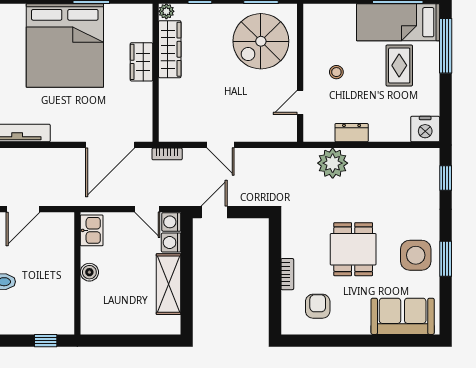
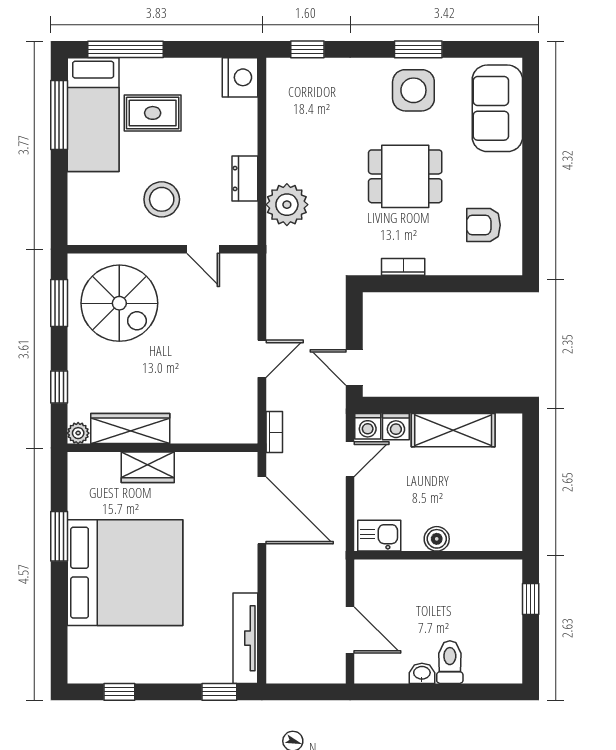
stool: (336, 72) -> (162, 199), width x1.89, depth x1.89
bookcase: (287, 274) -> (403, 267), moved

